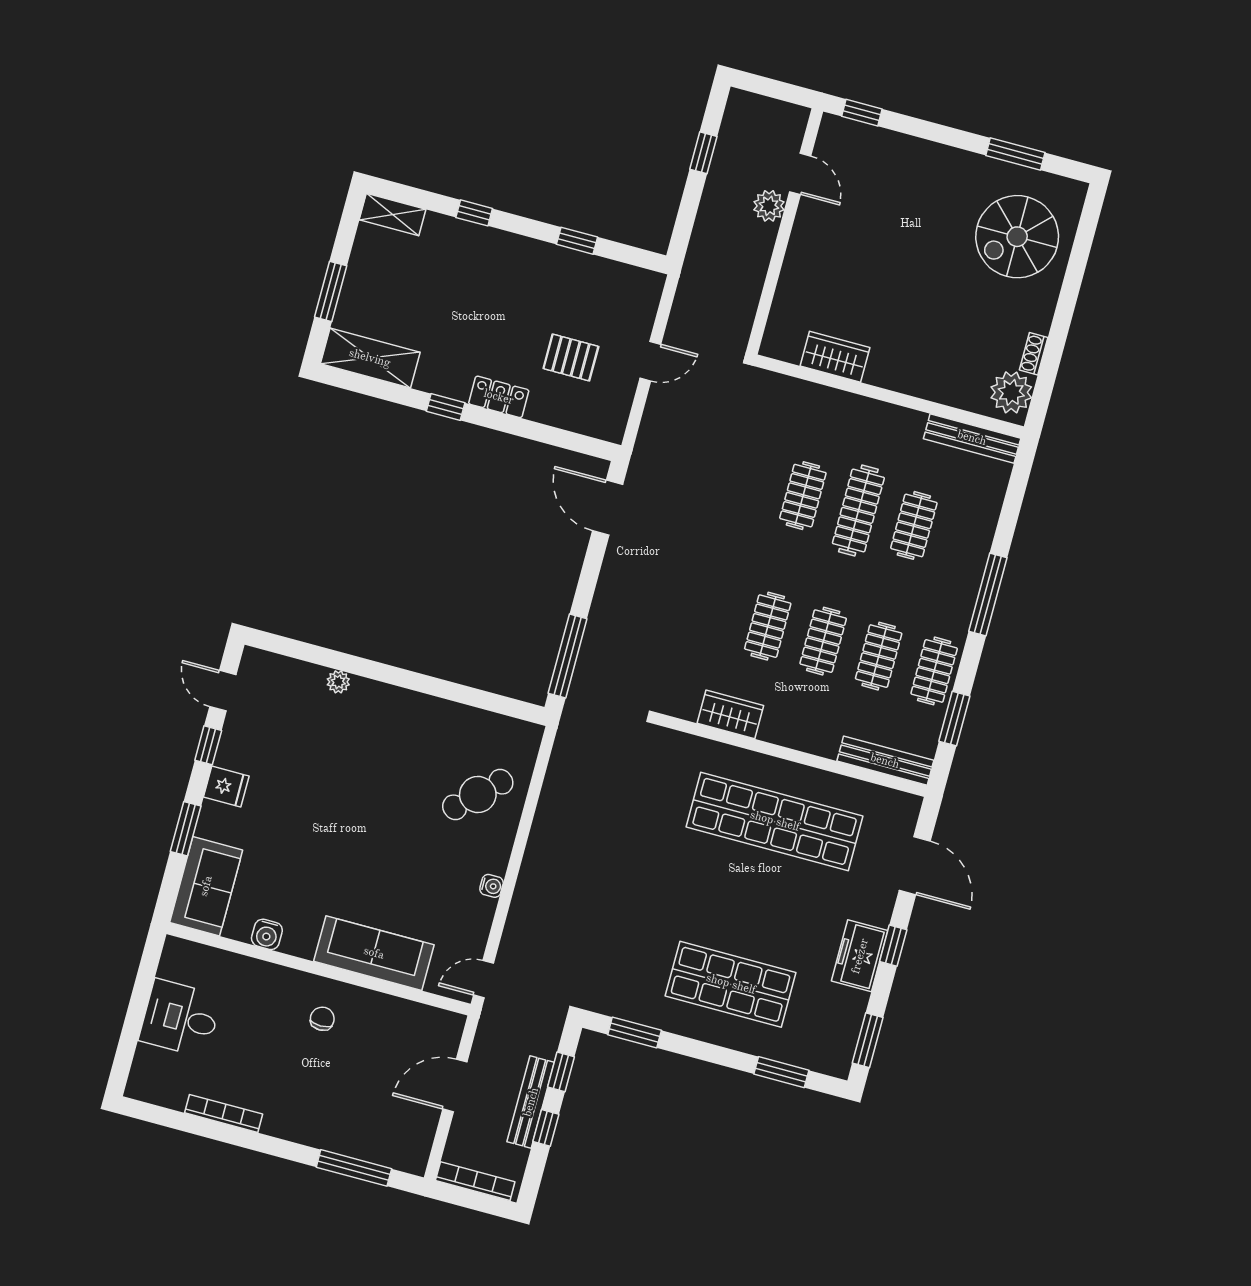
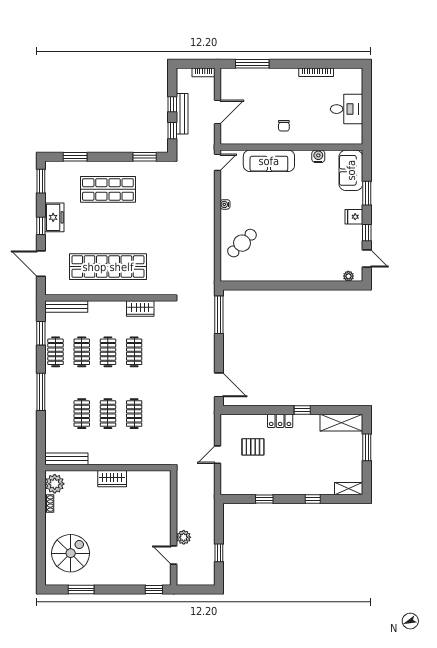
wardrobe: (835, 357) -> (112, 479), moved
clothes rail: (858, 511) -> (108, 414), width x0.73
plant: (338, 682) -> (348, 276), moved
bookcase: (475, 1181) -> (204, 72), width x0.64

